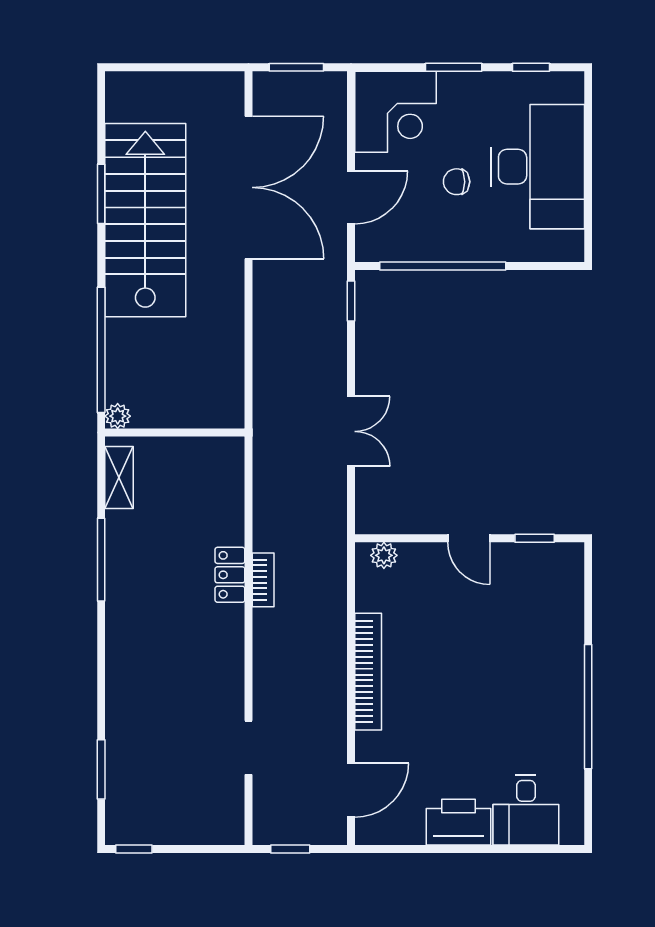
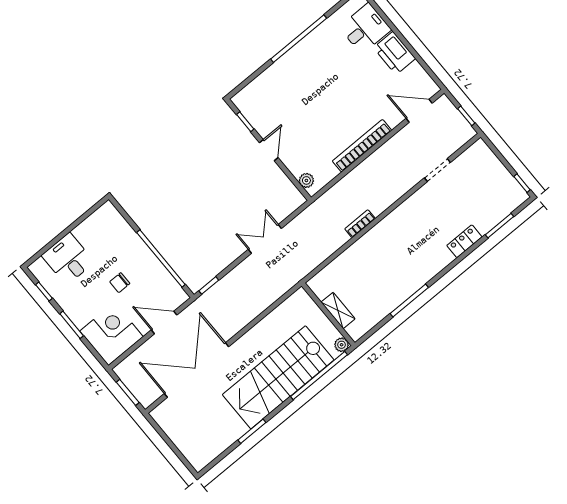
desk: (538, 167) -> (68, 259), width x0.53, depth x0.77
chair: (457, 182) -> (120, 283), turned 90
stairs: (145, 220) -> (278, 377), moved
shelving: (119, 478) -> (338, 310), moved, turned 90
locker: (230, 575) -> (464, 241), moved, turned 180

